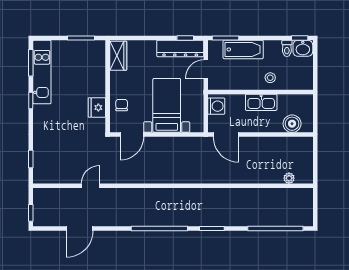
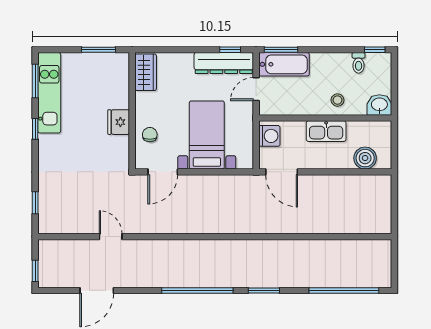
washbasin: (303, 48) -> (379, 105), moved, turned 180
bathtub: (243, 49) -> (284, 64), moved
fridge: (97, 107) -> (119, 122), moved
plant: (289, 178) -> (361, 227), removed
door: (91, 186) -> (111, 237), hinge flipped

